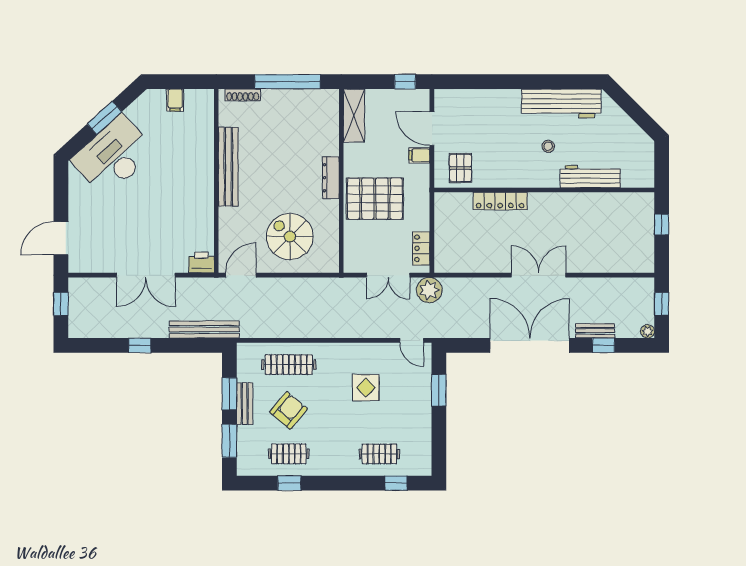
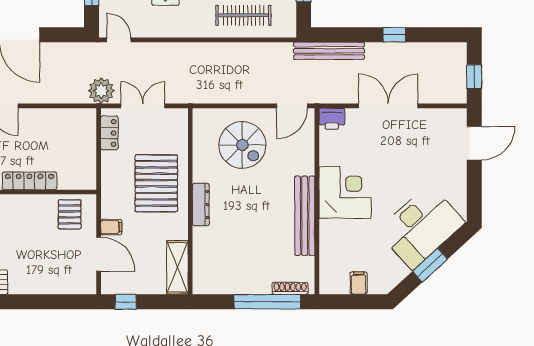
window: (287, 82) -> (267, 302), moved
corner desk: (189, 190) -> (345, 192), added
pallet: (375, 199) -> (156, 183), turned 90

